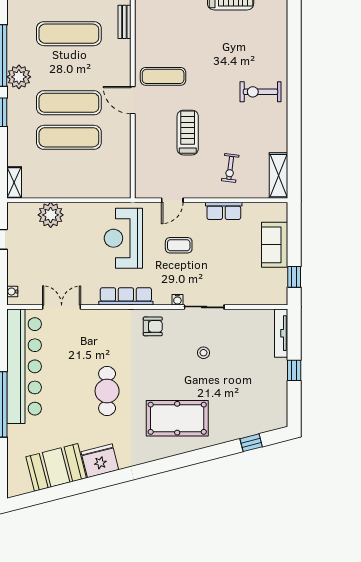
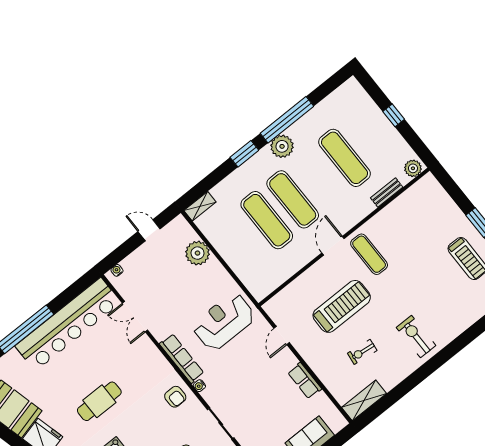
treadmill: (188, 133) -> (342, 306), width x1.37, depth x1.38
exercise bike: (230, 168) -> (362, 352), moved
door: (172, 200) -> (282, 335), hinge flipped
coffee table: (179, 245) -> (252, 367), removed
water cooler: (177, 300) -> (199, 386), moved
double door: (62, 307) -> (135, 317), swing flipped

